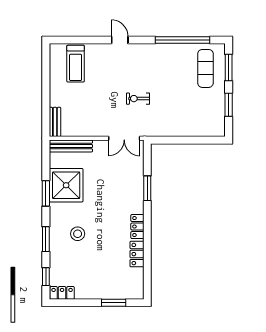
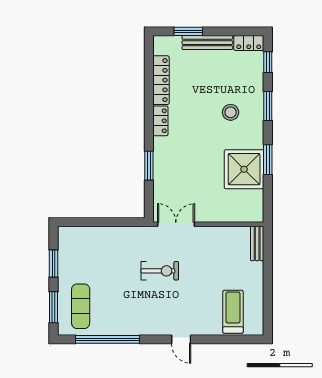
exercise bike: (138, 99) -> (160, 271), width x1.38, depth x1.39
bench: (71, 146) -> (207, 43), moved
locker: (137, 254) -> (161, 80), width x1.53

